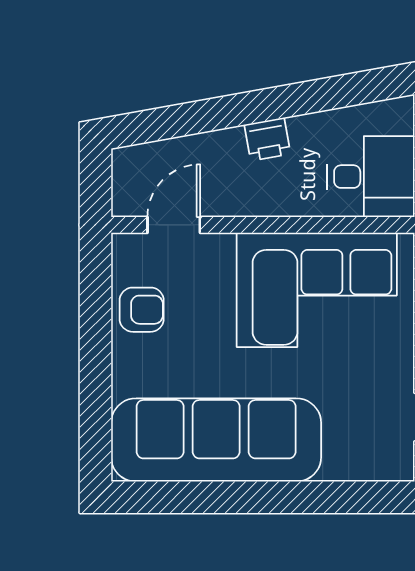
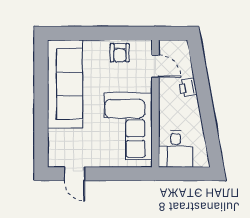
printer: (267, 139) -> (188, 88), moved

